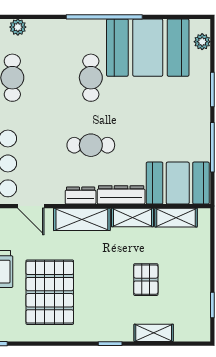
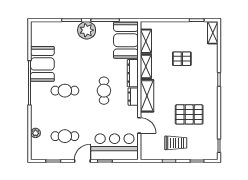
plant: (202, 42) -> (87, 30), moved, width x1.88, depth x1.88
booth: (148, 48) -> (42, 64), width x0.73, depth x0.70
door: (31, 206) -> (139, 125), hinge flipped
pallet: (50, 292) -> (189, 114), width x0.73, depth x0.71
shelving: (154, 333) -> (213, 33), moved

